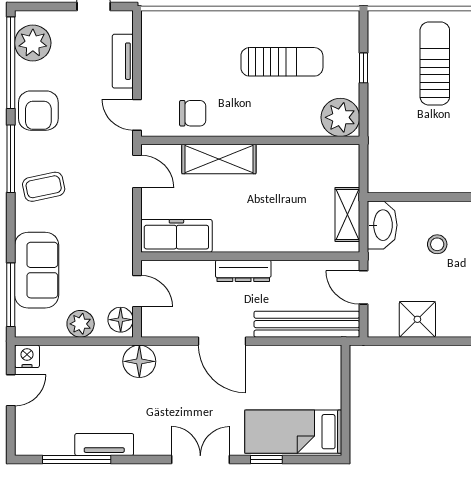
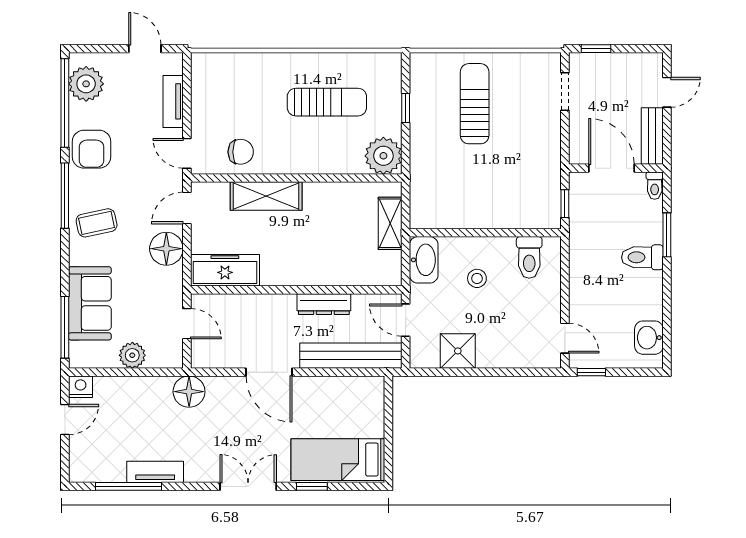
door: (137, 171) -> (187, 208), swing flipped
shelving: (347, 214) -> (390, 223), moved
dresser: (243, 271) -> (324, 304), moved
floor lamp: (121, 320) -> (166, 249), moved, width x1.38, depth x1.38

